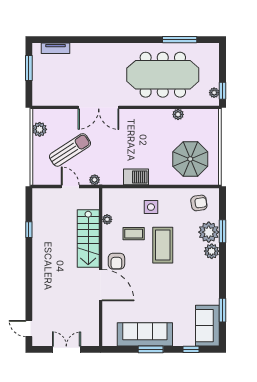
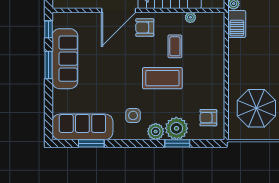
barbecue: (136, 177) -> (237, 24), moved
armchair: (199, 203) -> (208, 118), turned 99
side table: (151, 207) -> (133, 115), moved
sofa: (207, 326) -> (82, 127), width x1.36
window: (191, 349) -> (48, 29), moved

